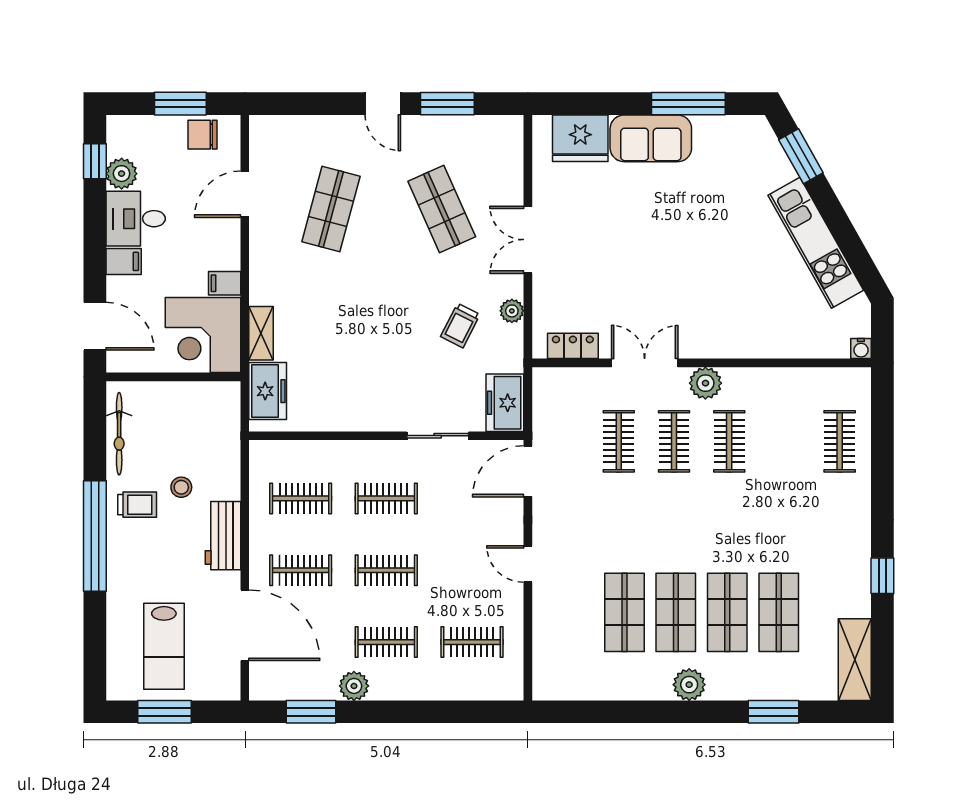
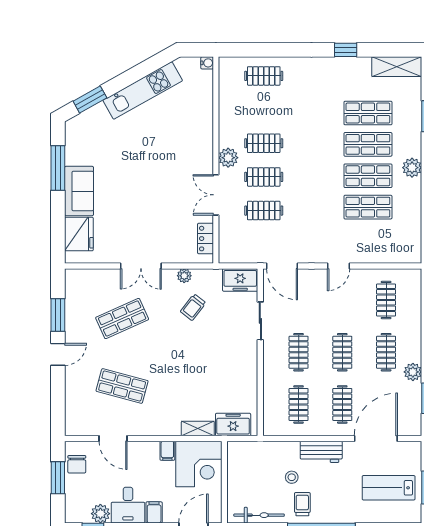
trolley: (460, 326) -> (193, 307), turned 101
lab bench: (164, 646) -> (389, 488), turned 180

